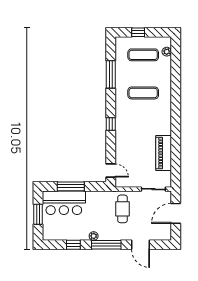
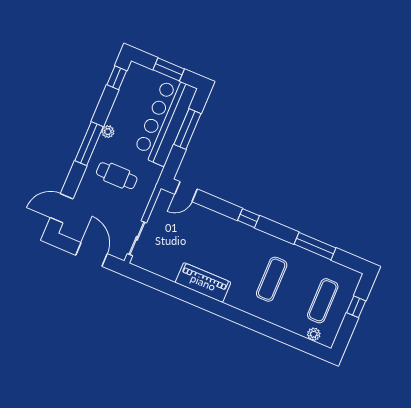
piano: (164, 153) -> (203, 282), moved
bar counter: (64, 203) -> (165, 121), width x1.36
cafe table: (122, 209) -> (117, 176), moved
window: (73, 245) -> (117, 78), moved
door: (140, 245) -> (62, 208), moved

